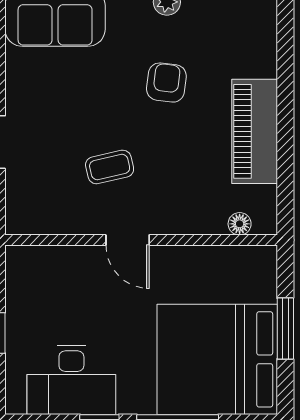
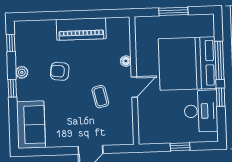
floor lamp: (240, 224) -> (126, 61), moved
bed: (217, 359) -> (187, 64), moved, turned 90

